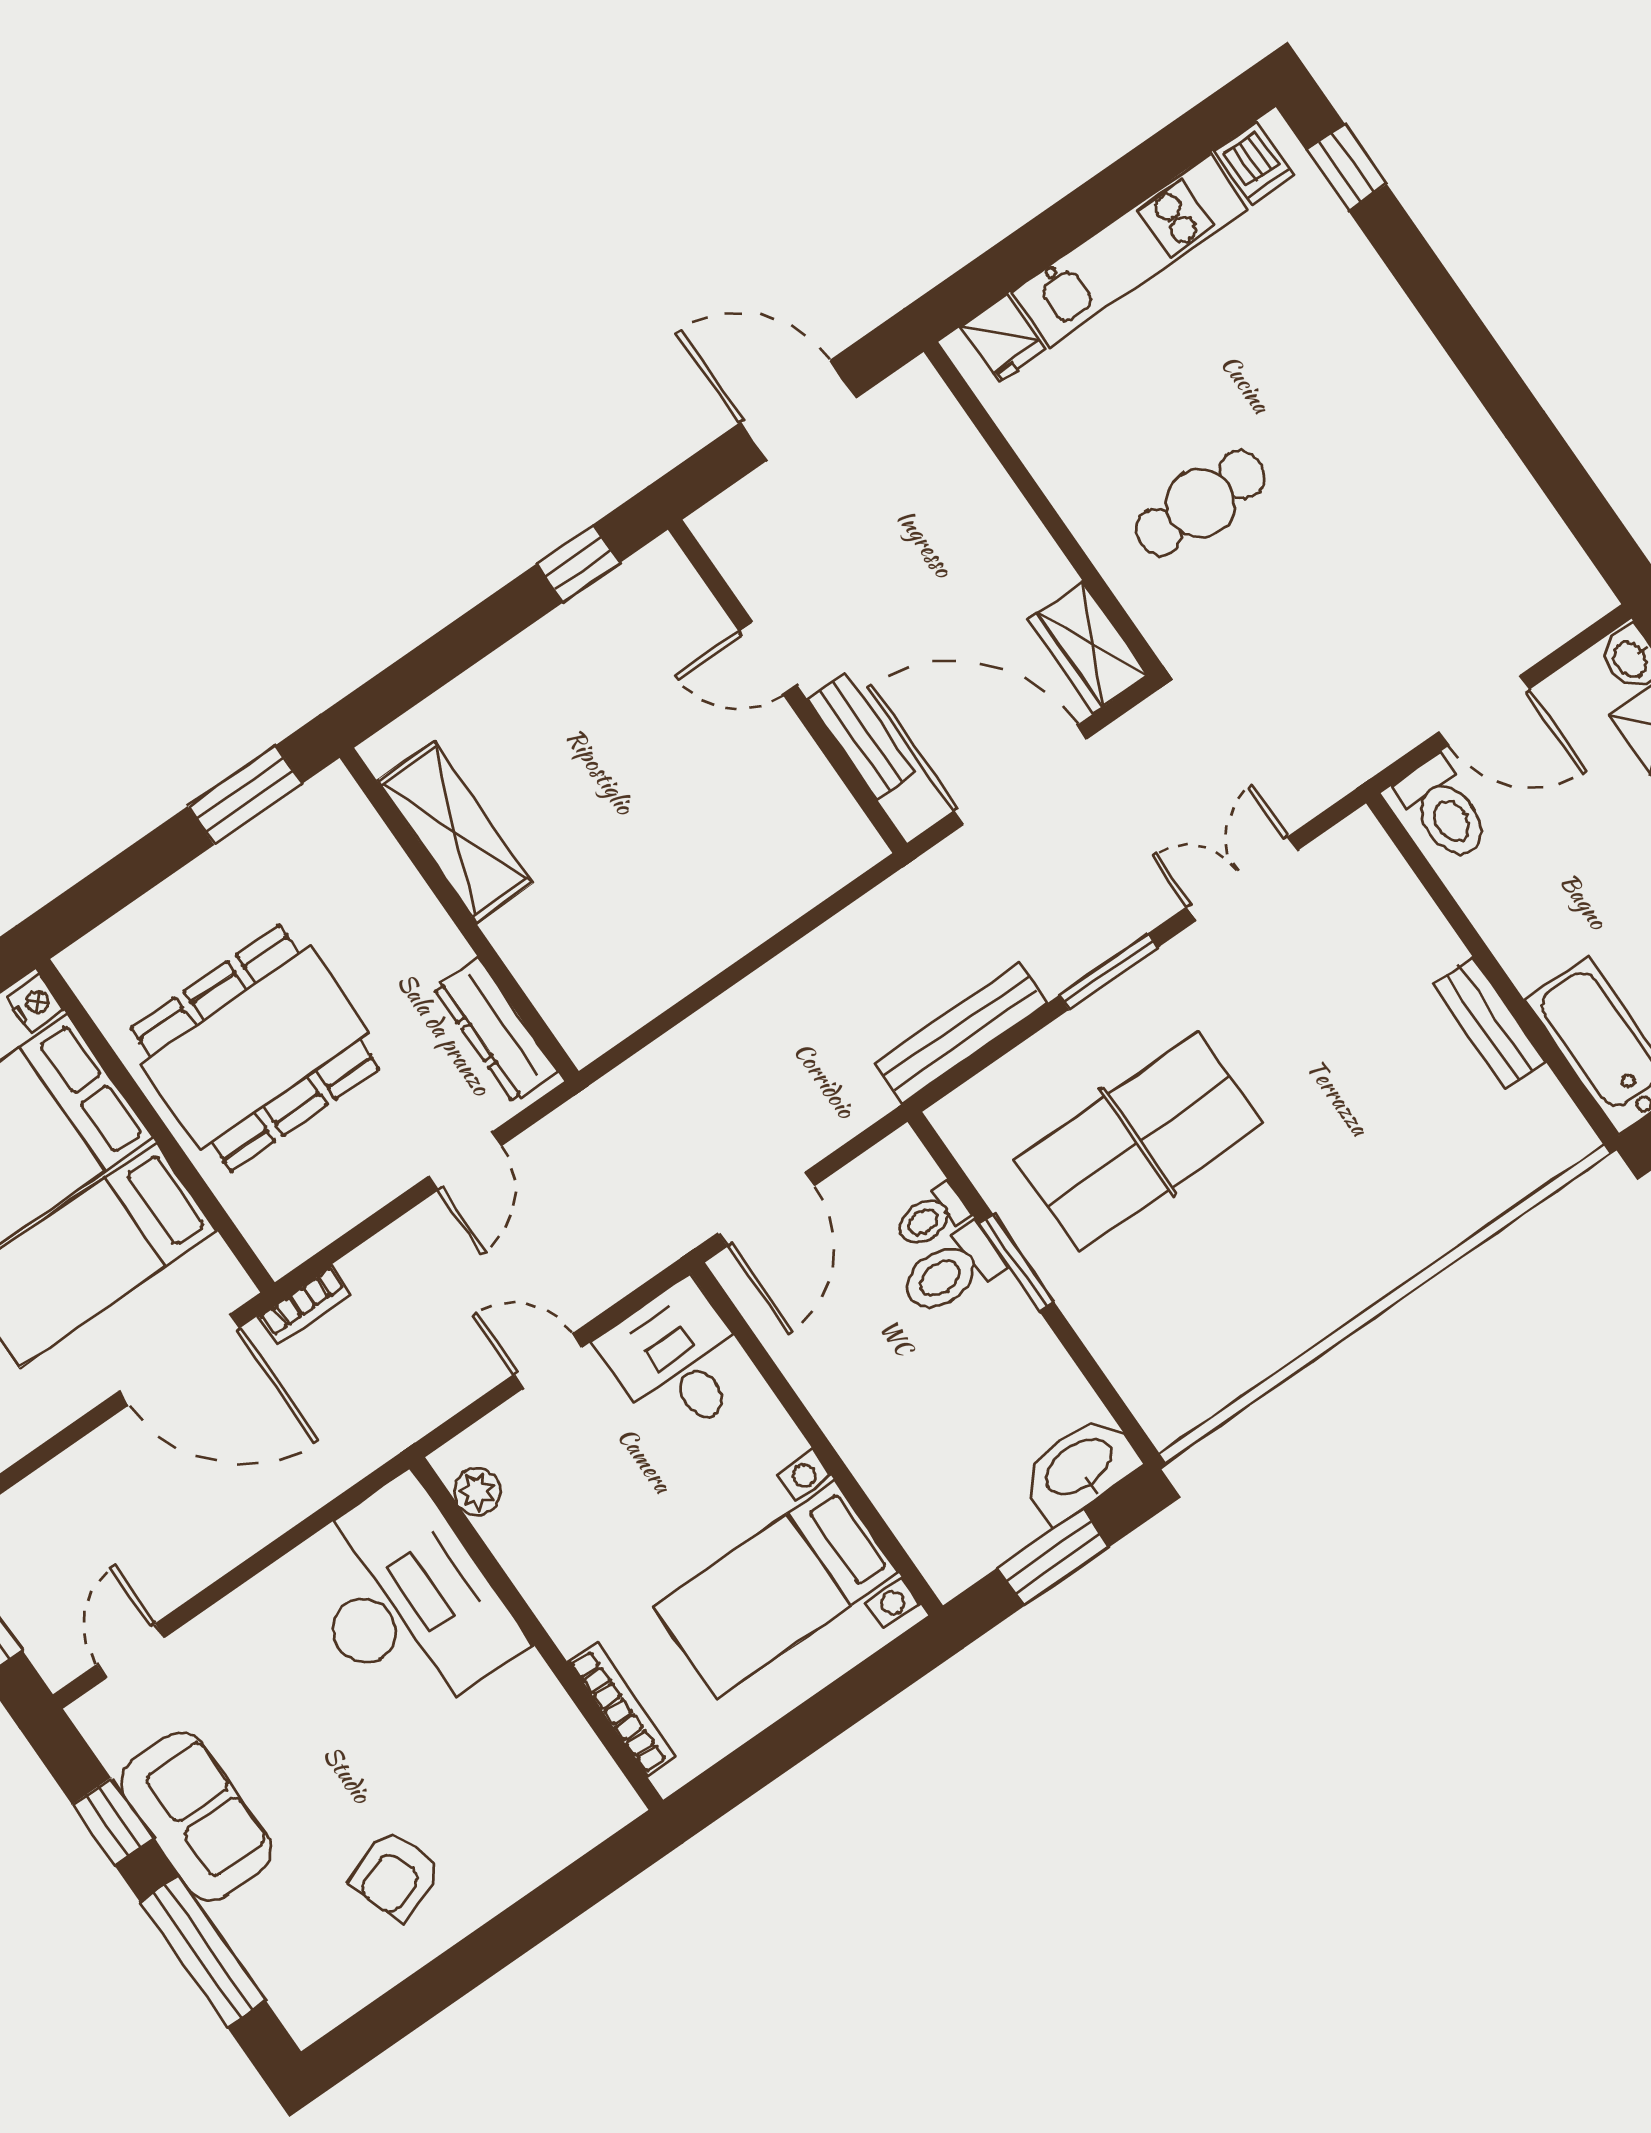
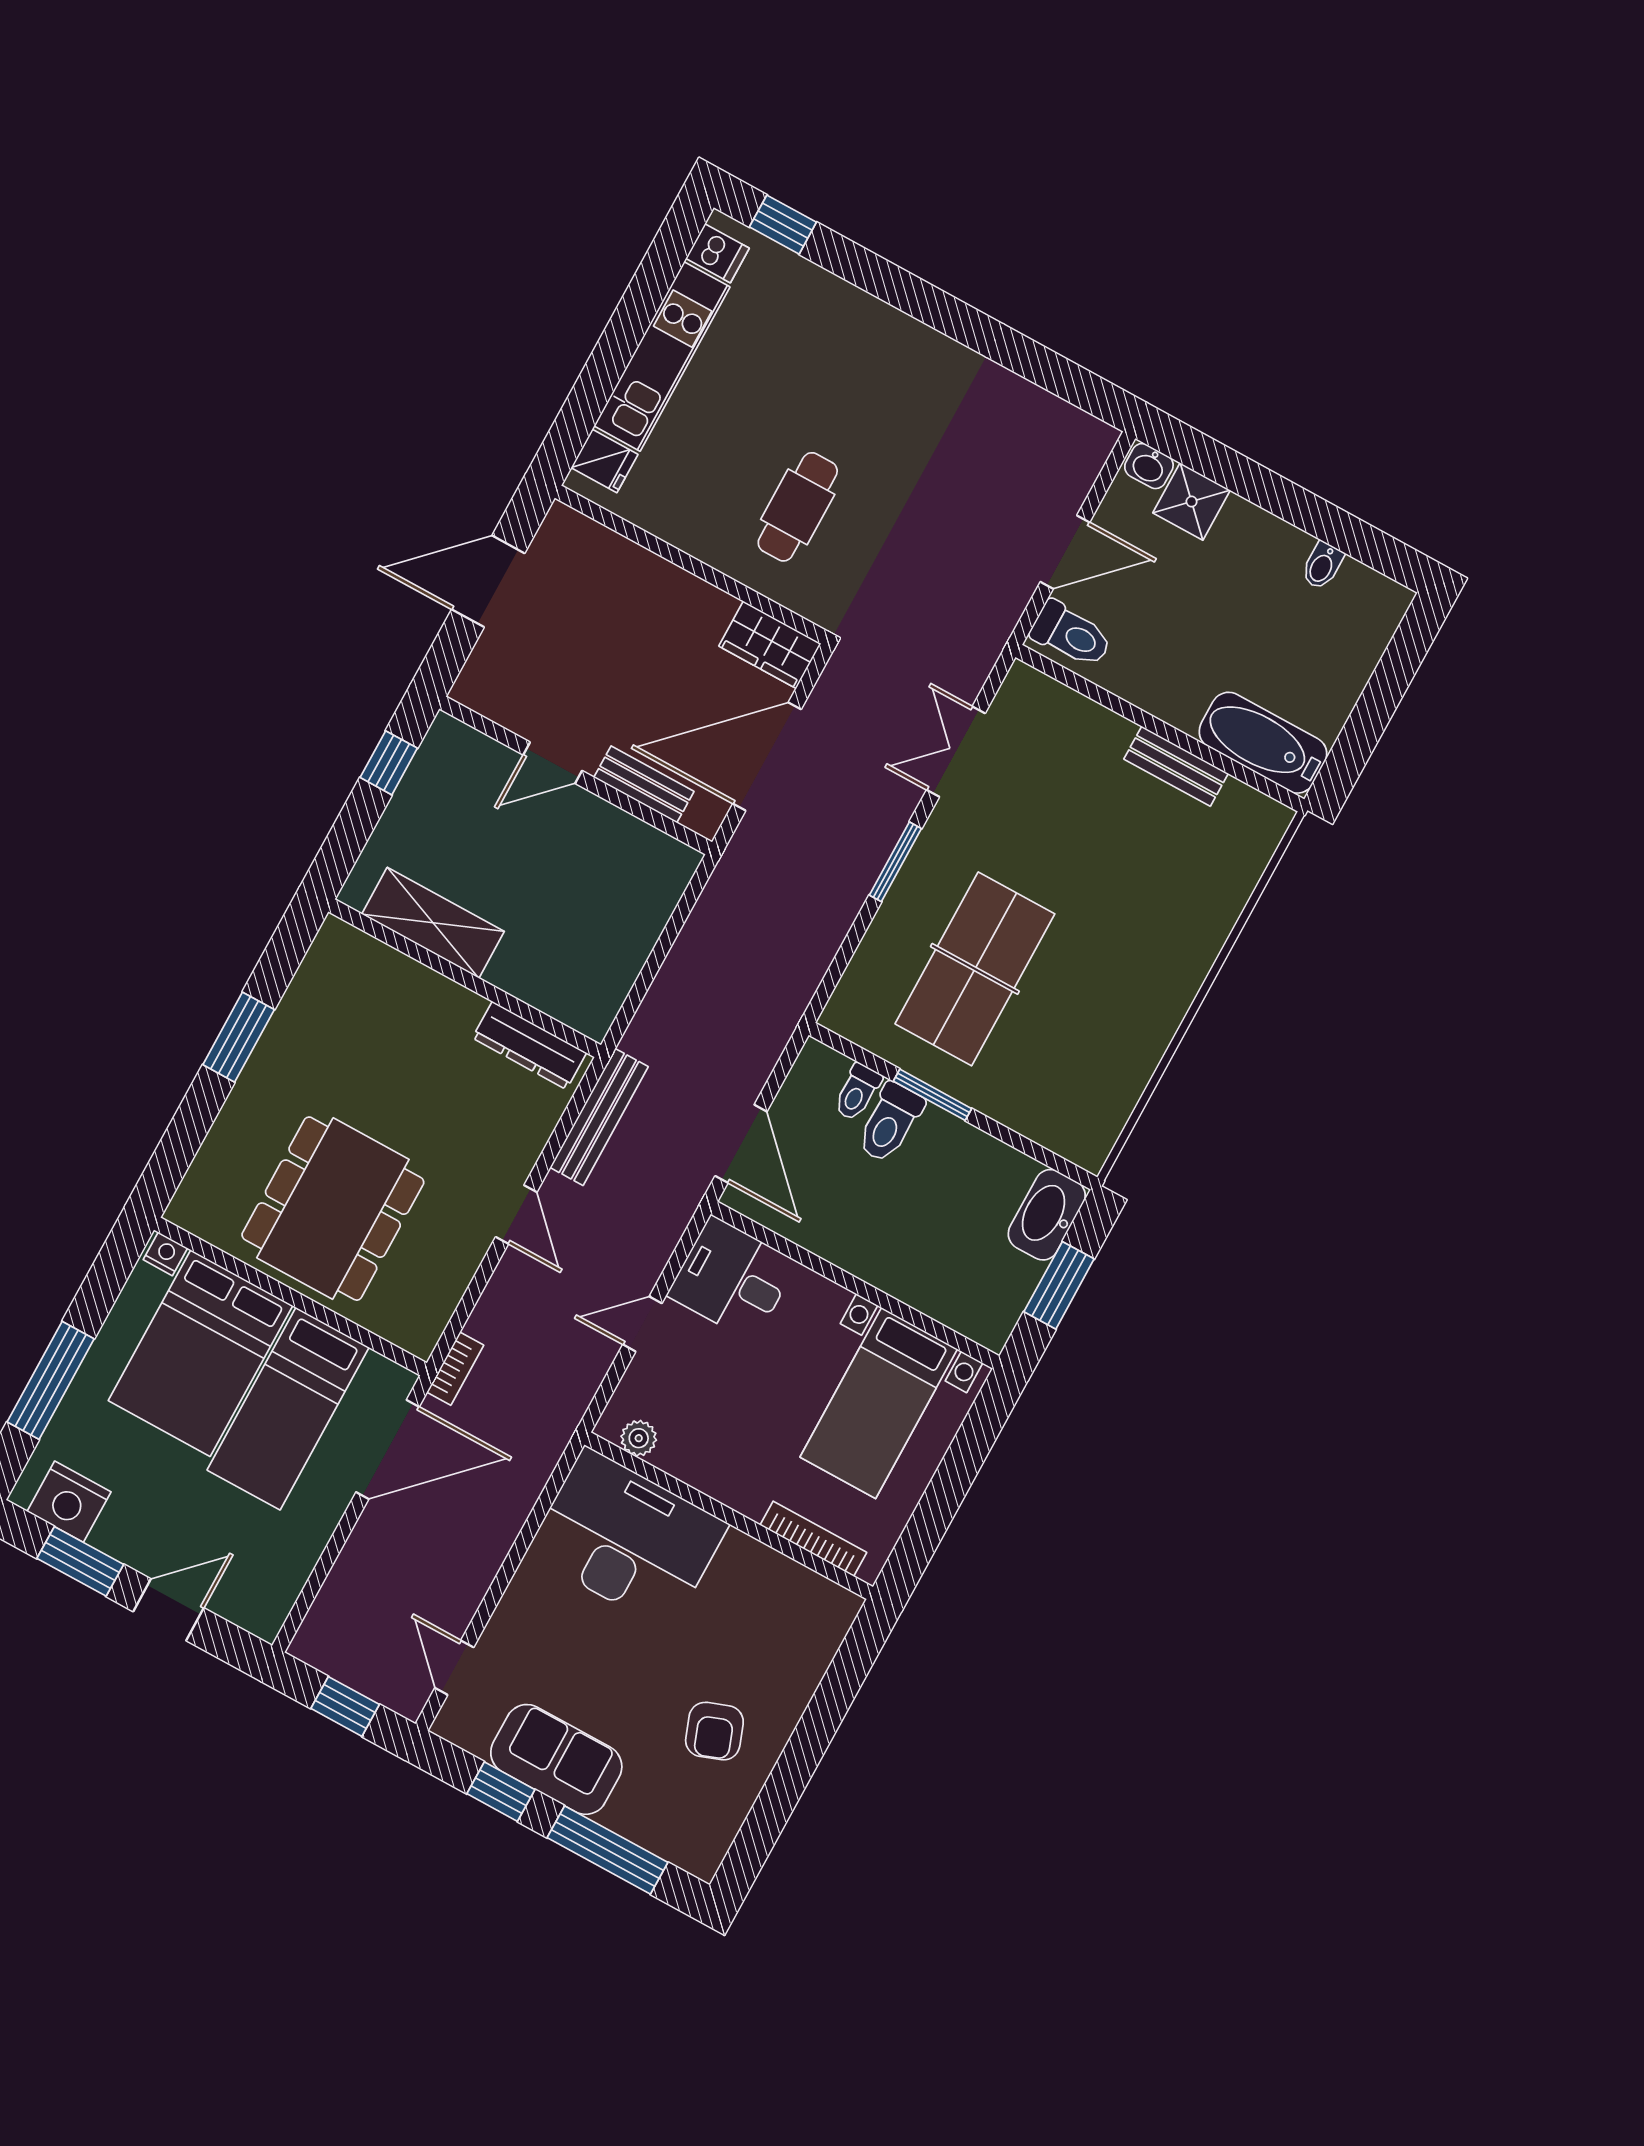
shelving: (455, 832) -> (433, 923), moved
wall: (459, 914) -> (465, 978), moved
dresser: (495, 1030) -> (529, 1045), moved
bench: (961, 1033) -> (599, 1117), moved

